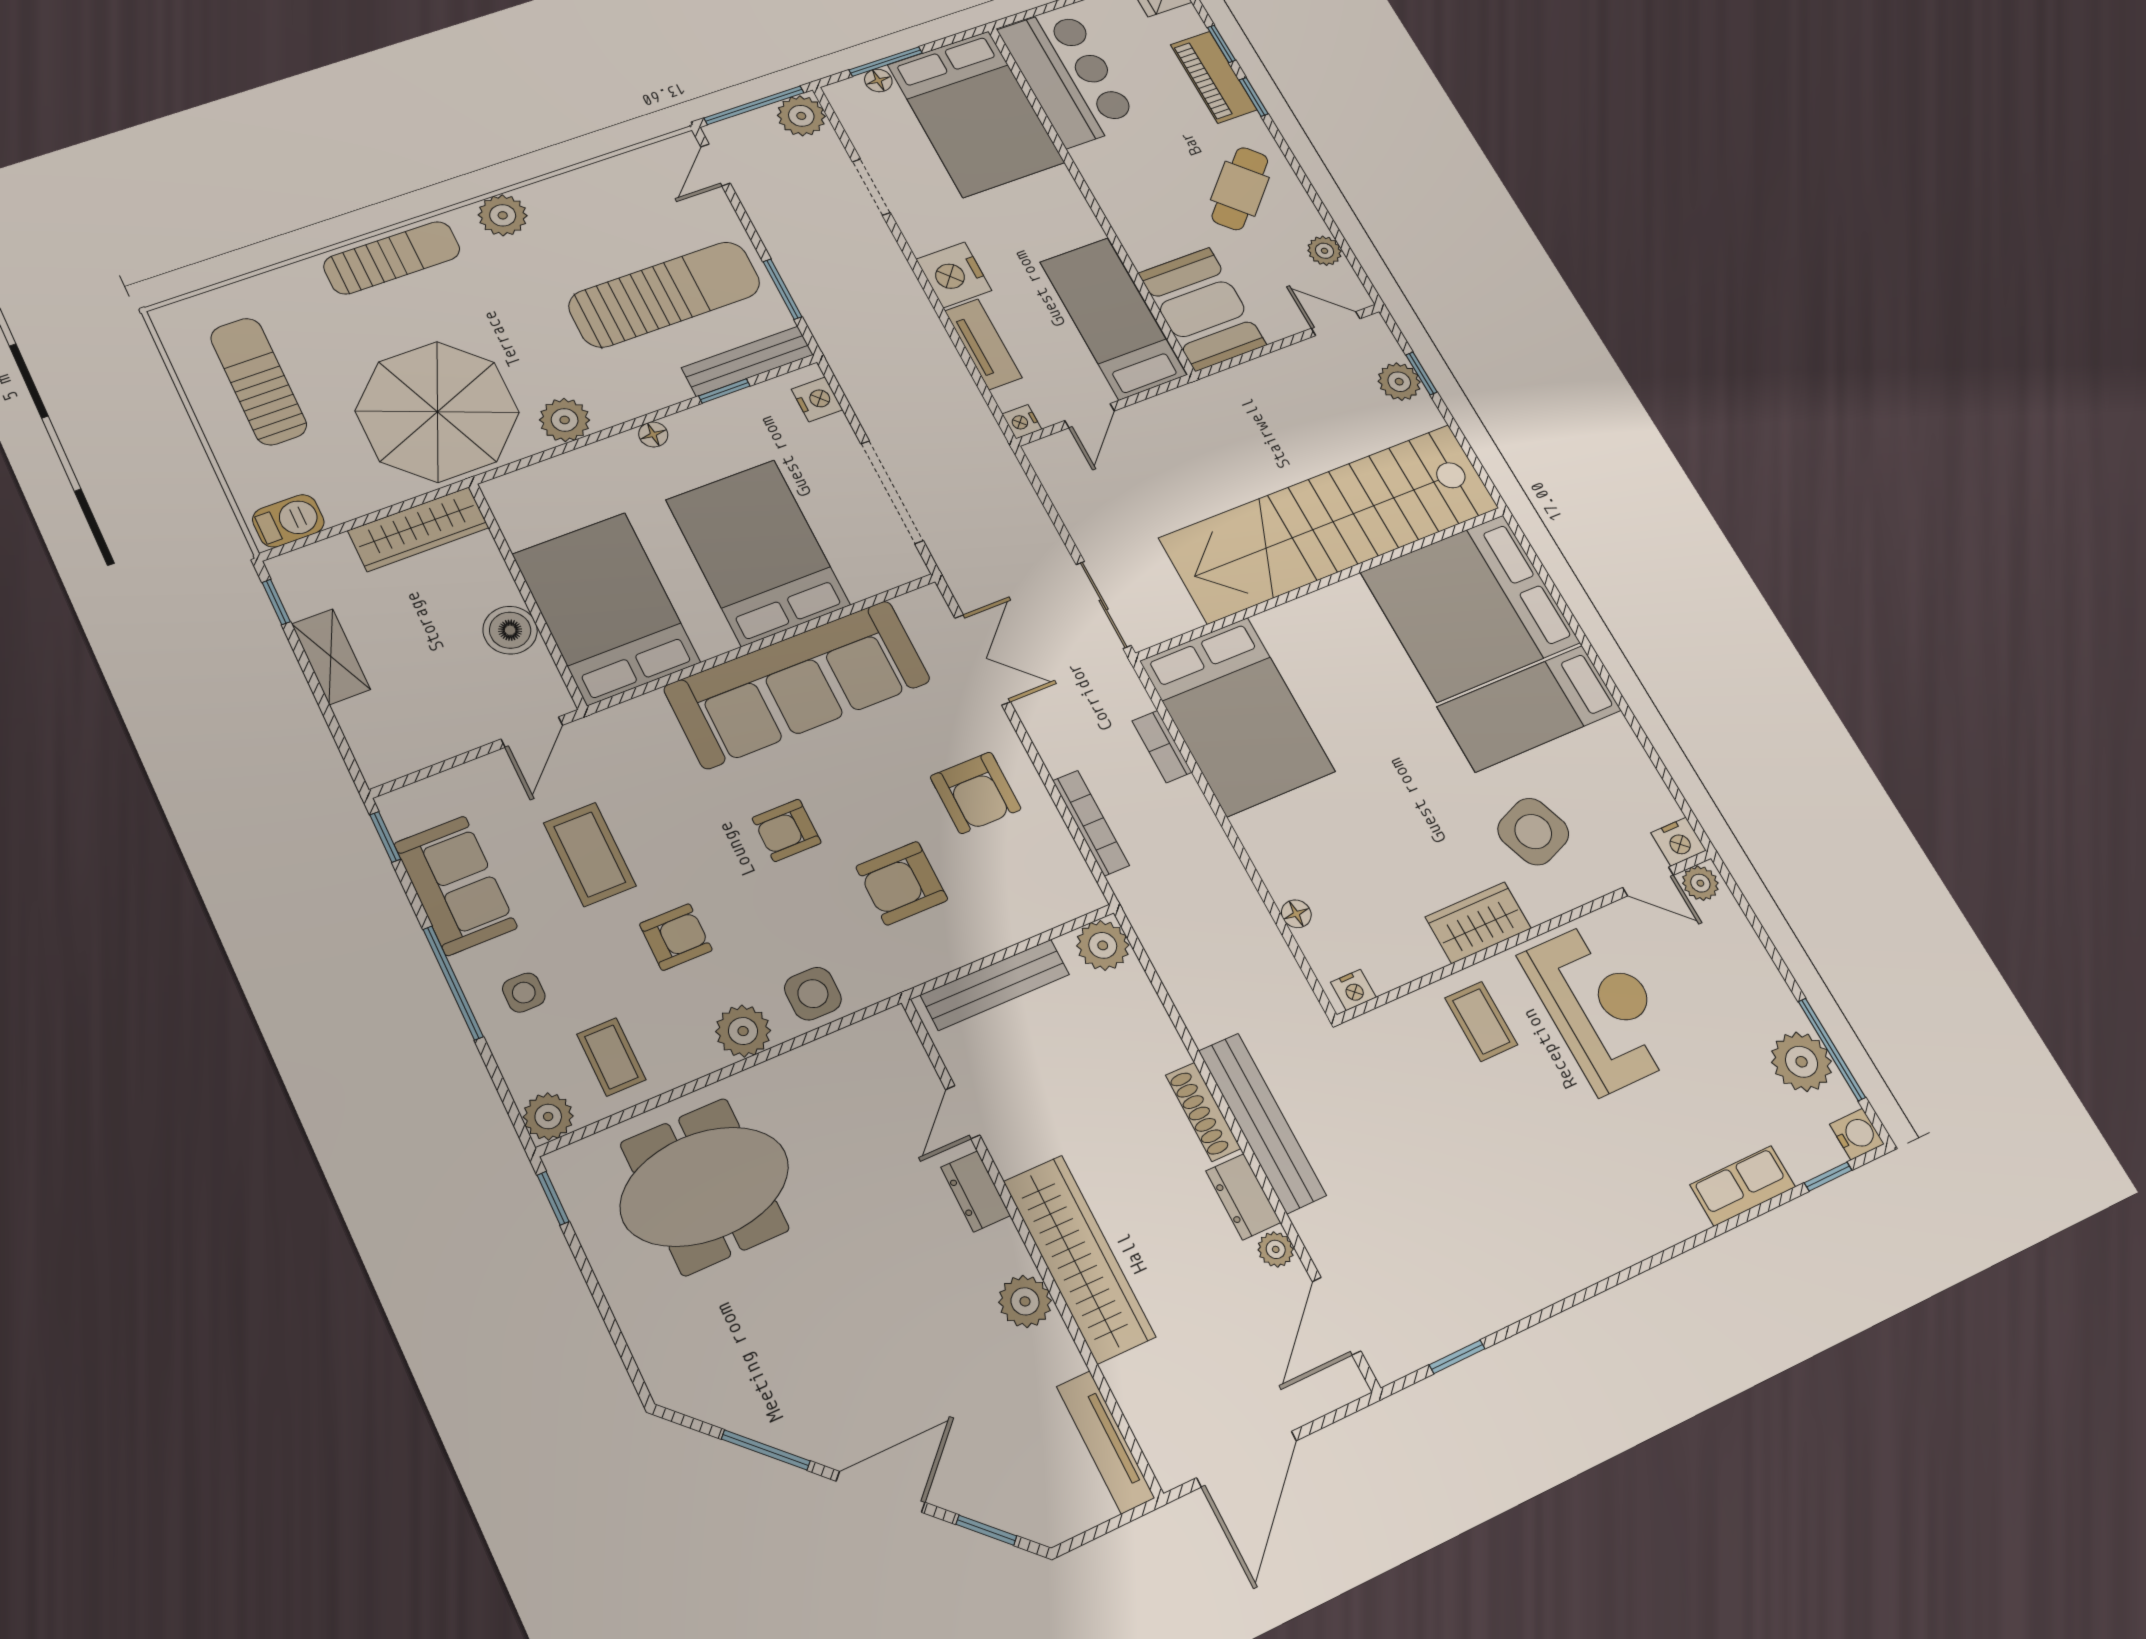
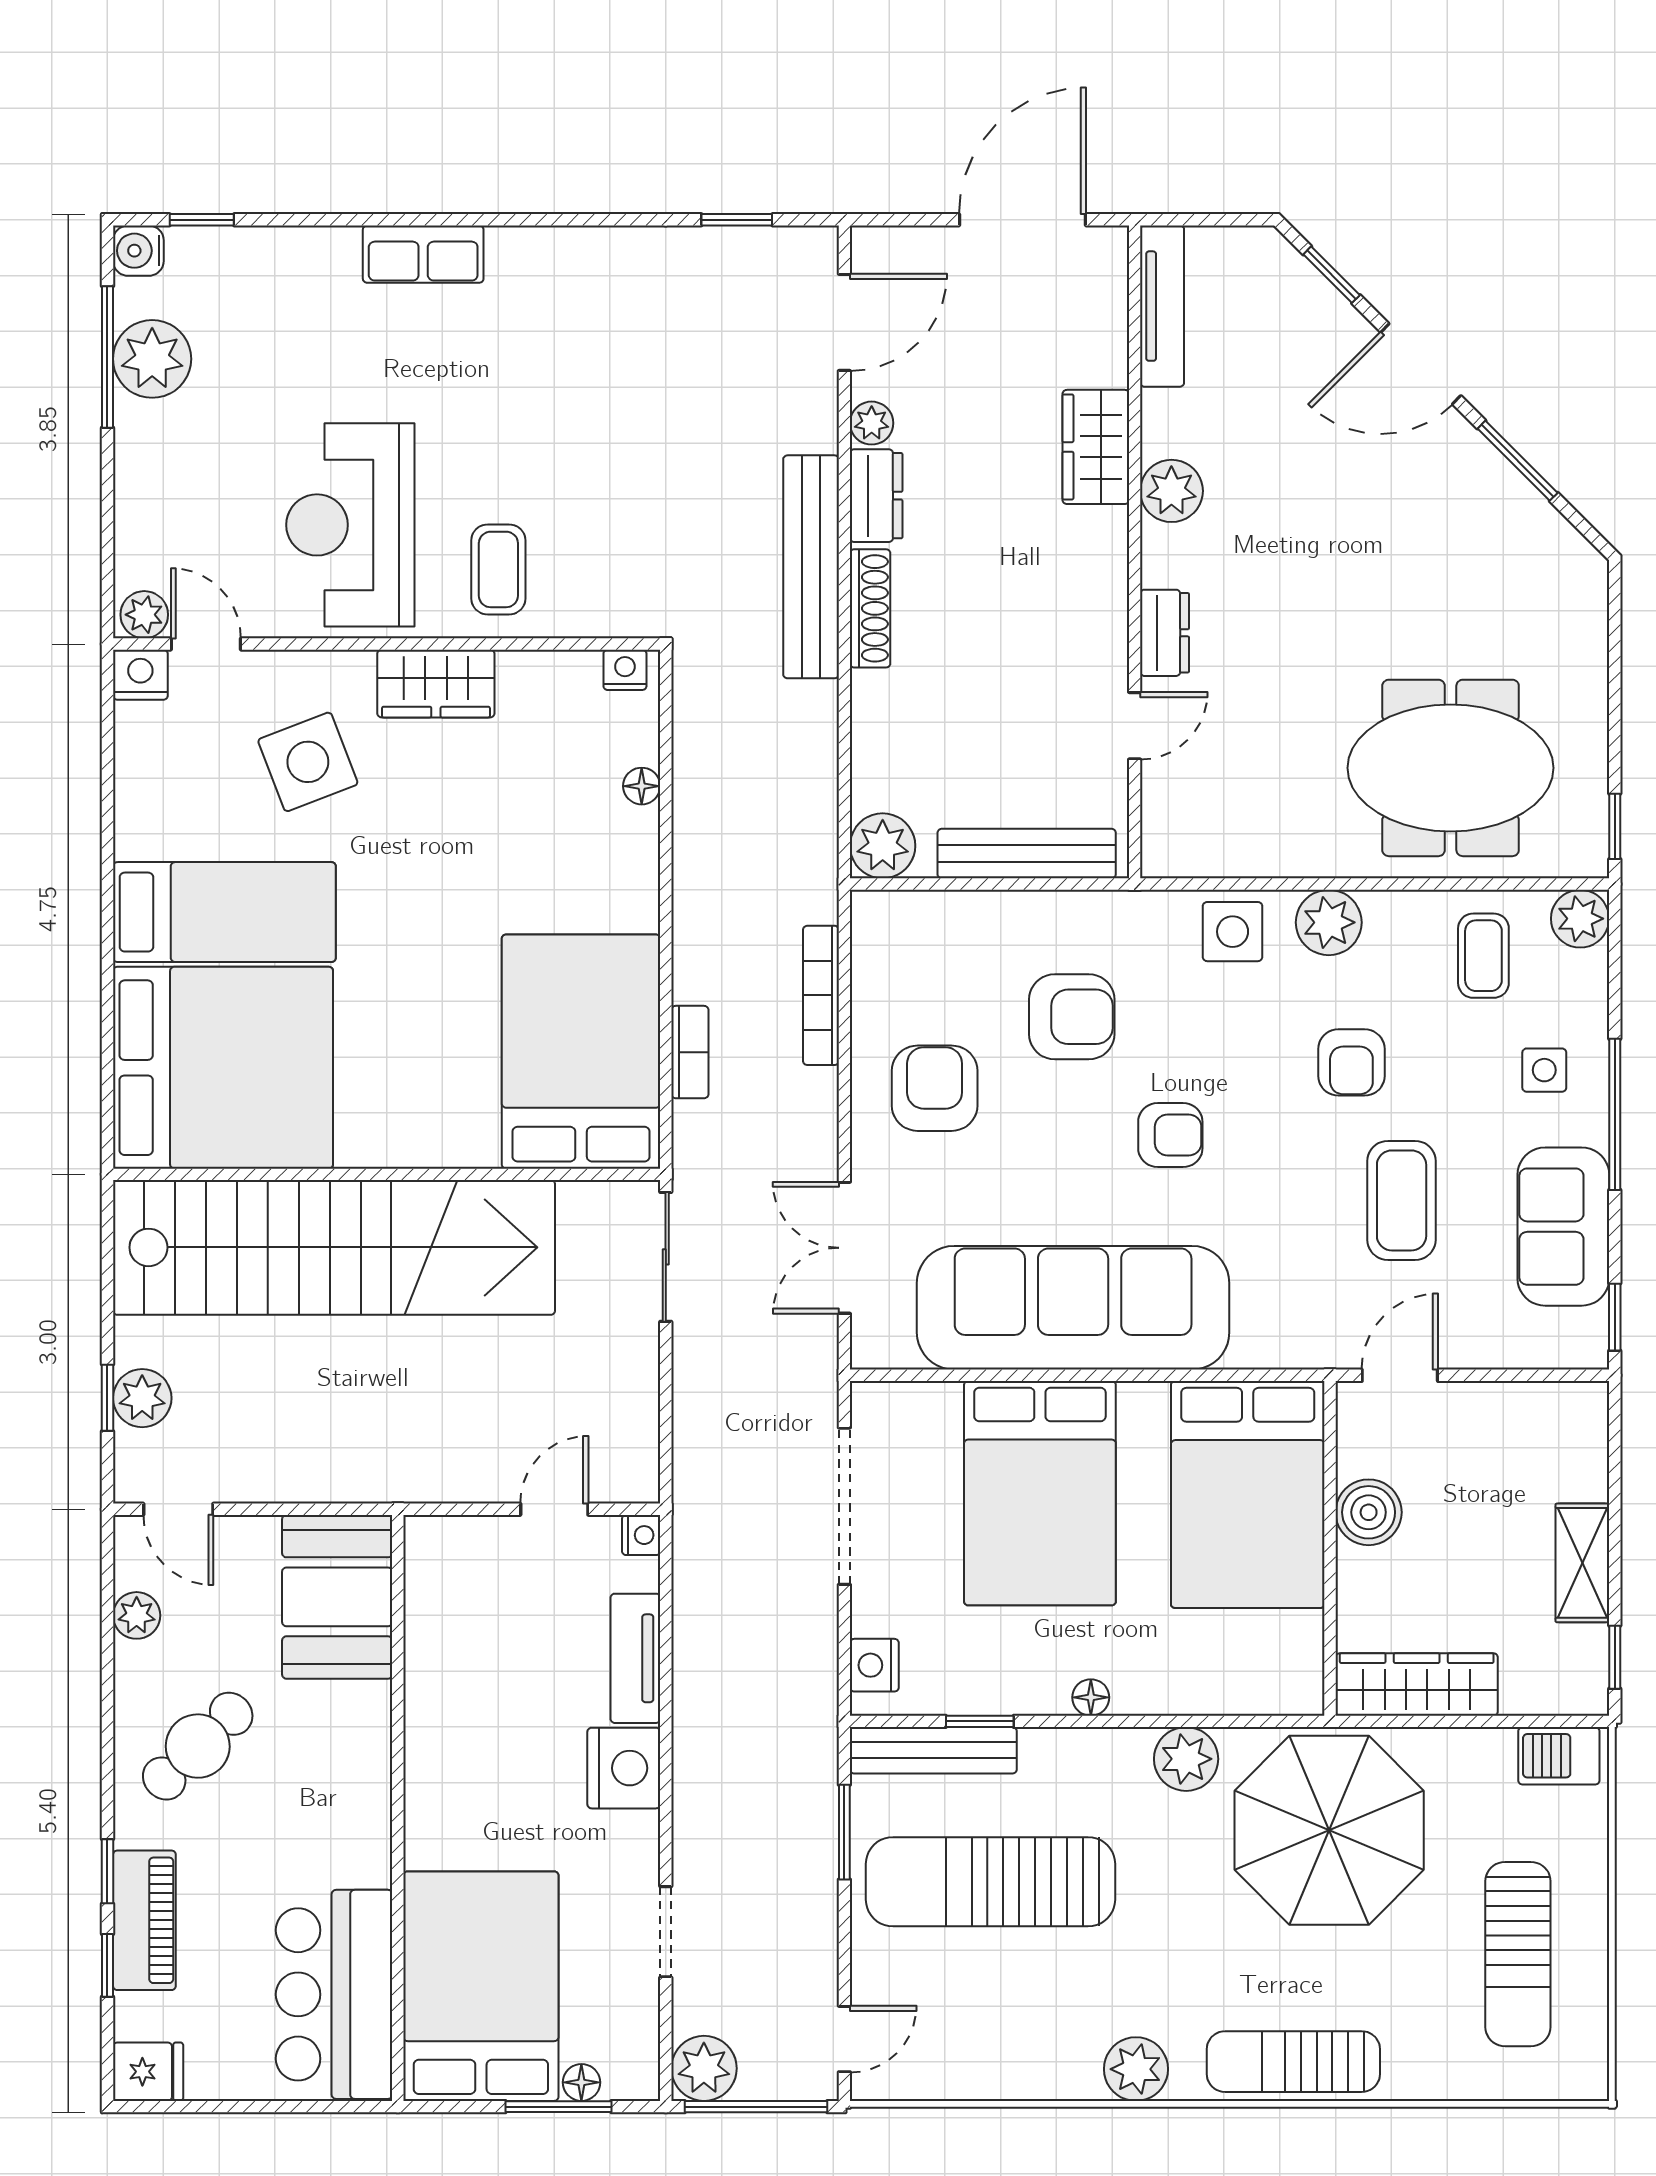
bed: (1113, 318) -> (456, 1629), removed
armchair: (676, 937) -> (1351, 1062), turned -90
row of seats: (1743, 1186) -> (423, 254), moved
wardrobe: (1079, 1259) -> (1096, 447), width x0.48, depth x0.85

